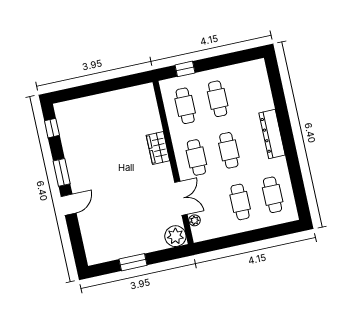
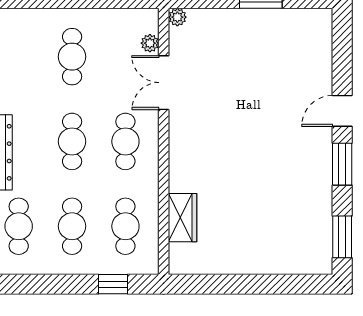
window: (52, 128) -> (342, 237), width x1.50
wardrobe: (158, 148) -> (182, 218), moved
cafe table: (273, 195) -> (19, 226), moved
plant: (175, 236) -> (177, 17), width x0.53, depth x0.53

